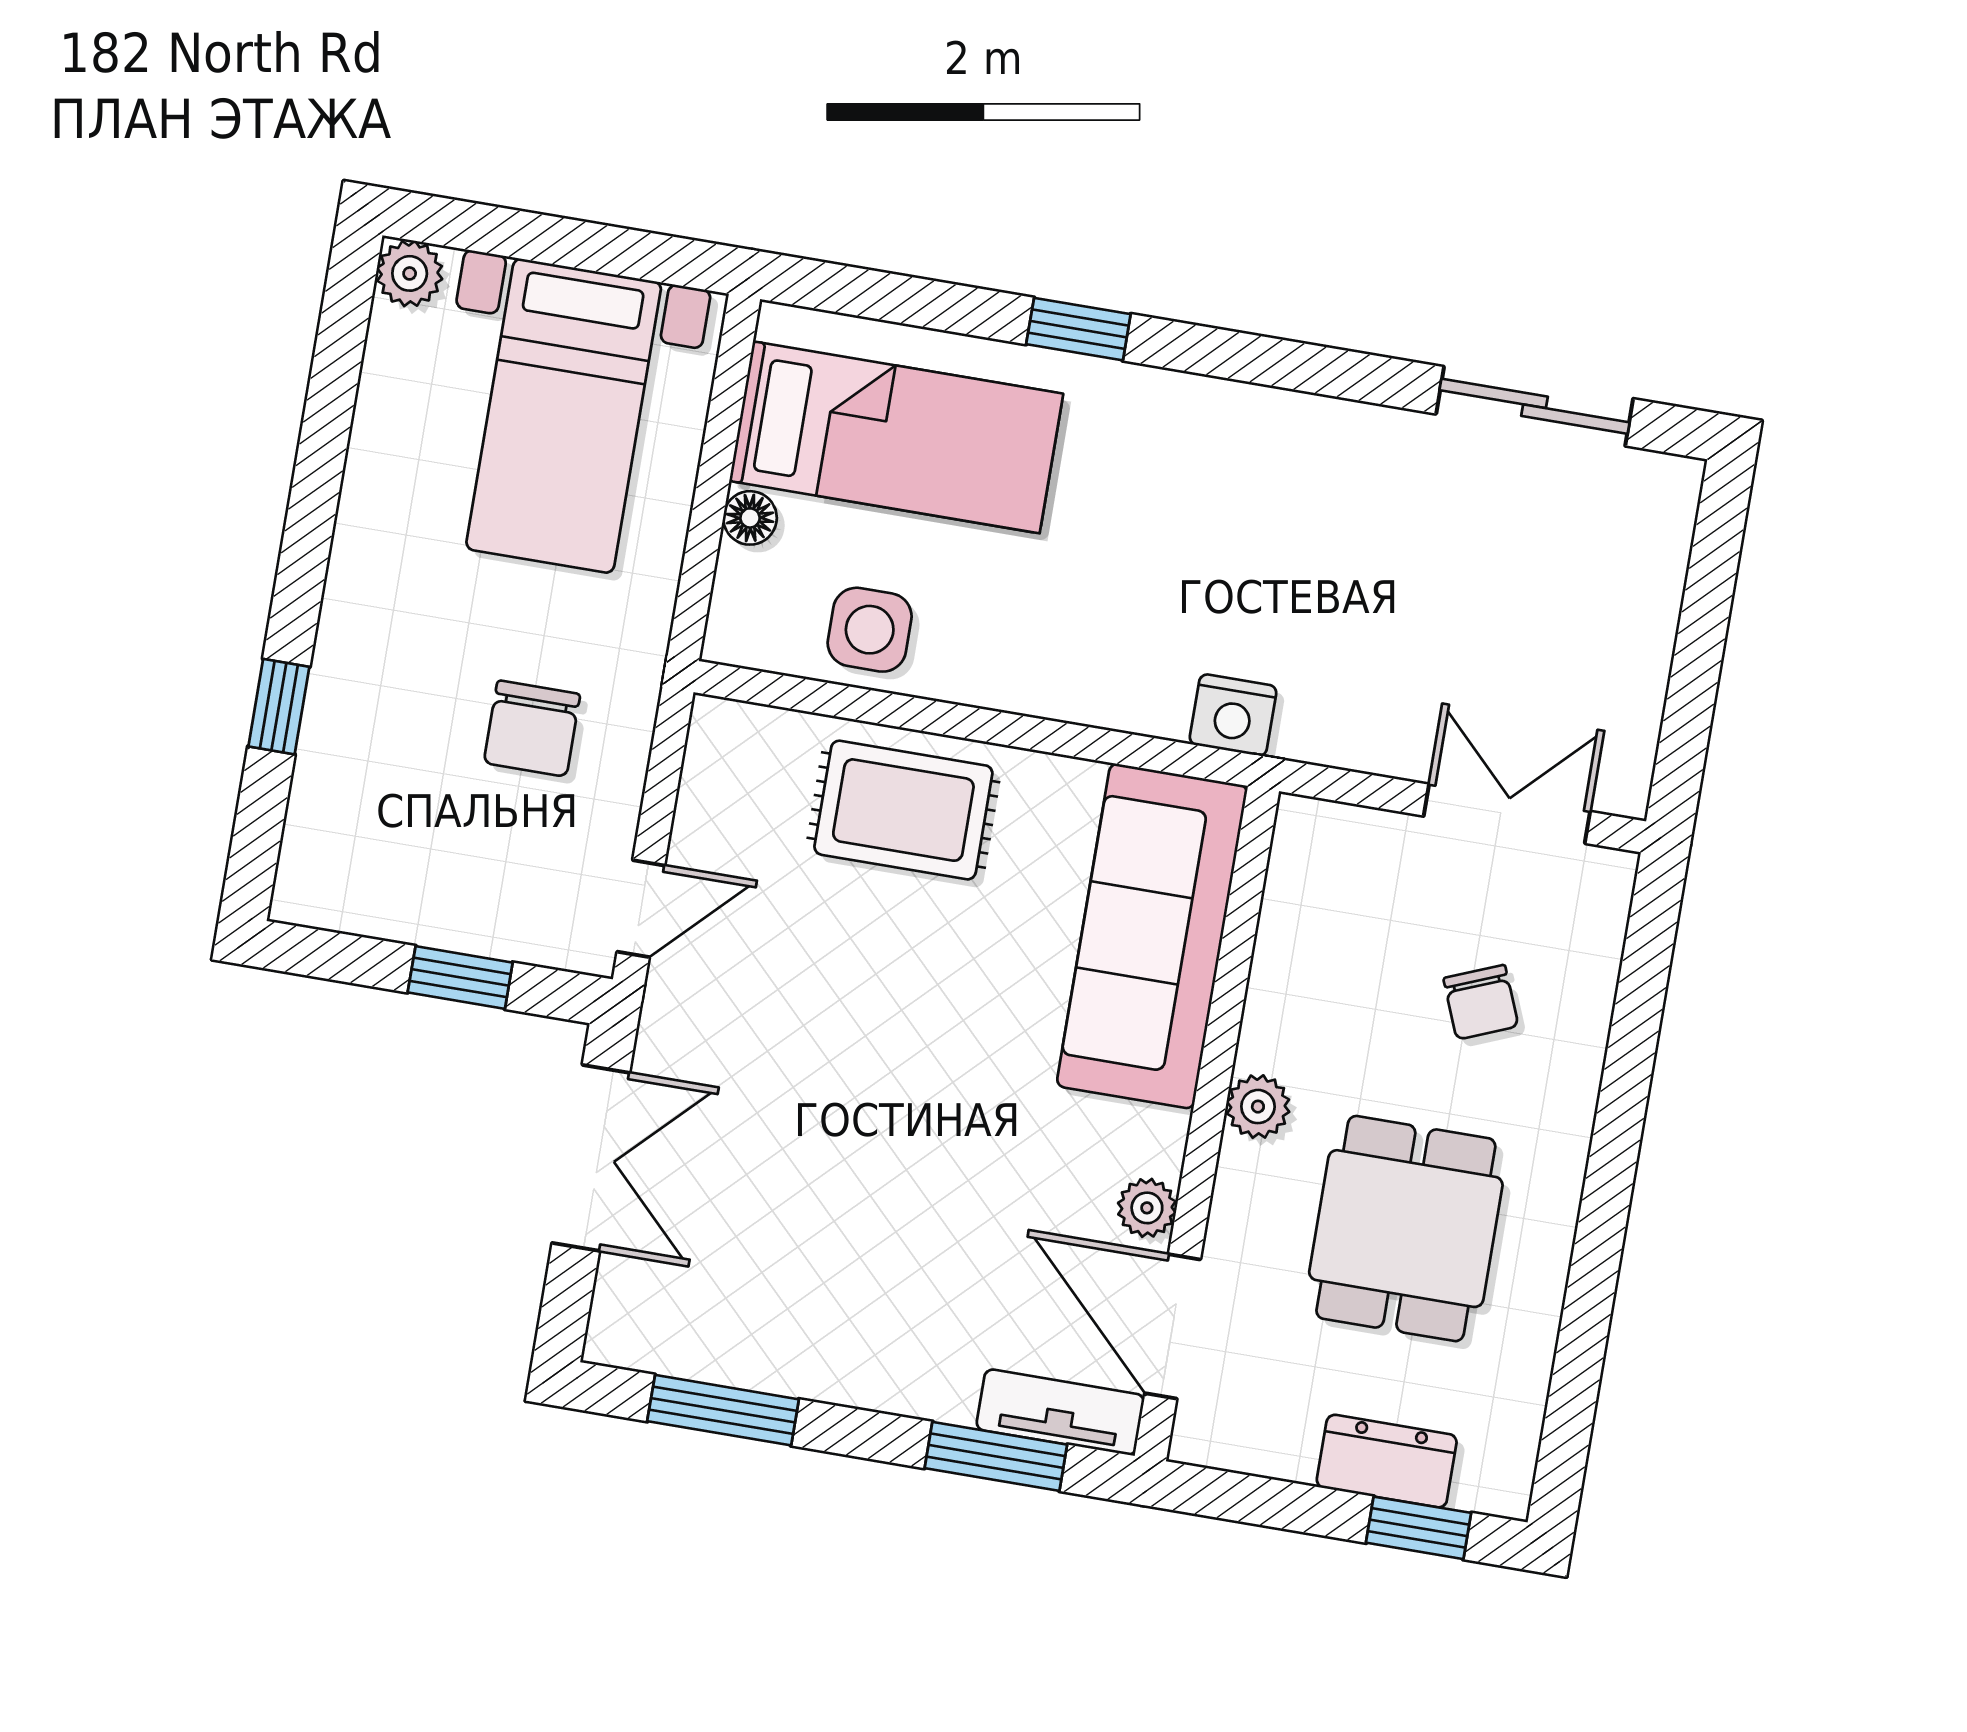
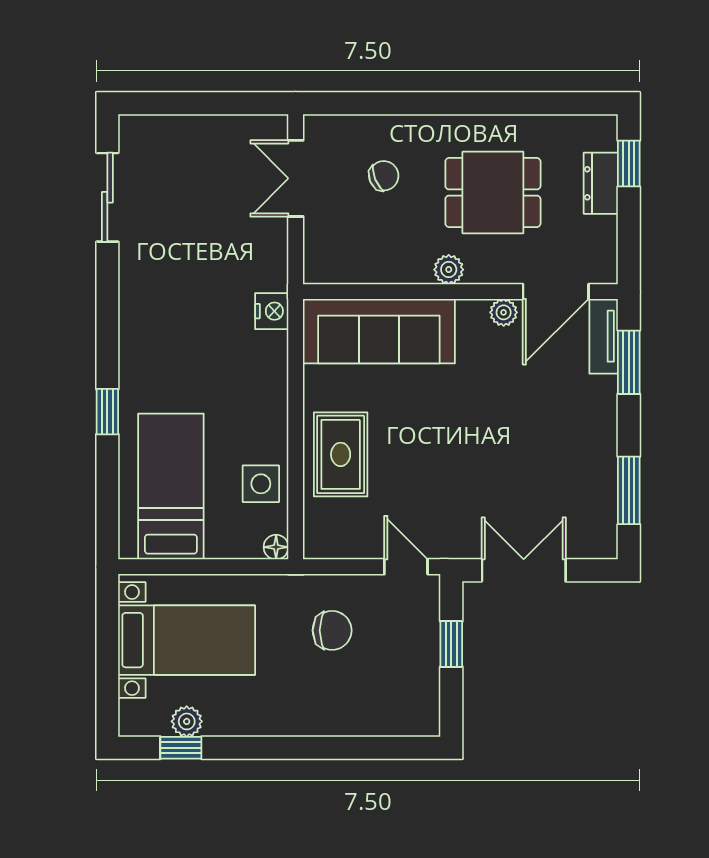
plant: (410, 273) -> (187, 721), moved
floor lamp: (750, 518) -> (276, 547), moved
window: (279, 707) -> (181, 748), moved

